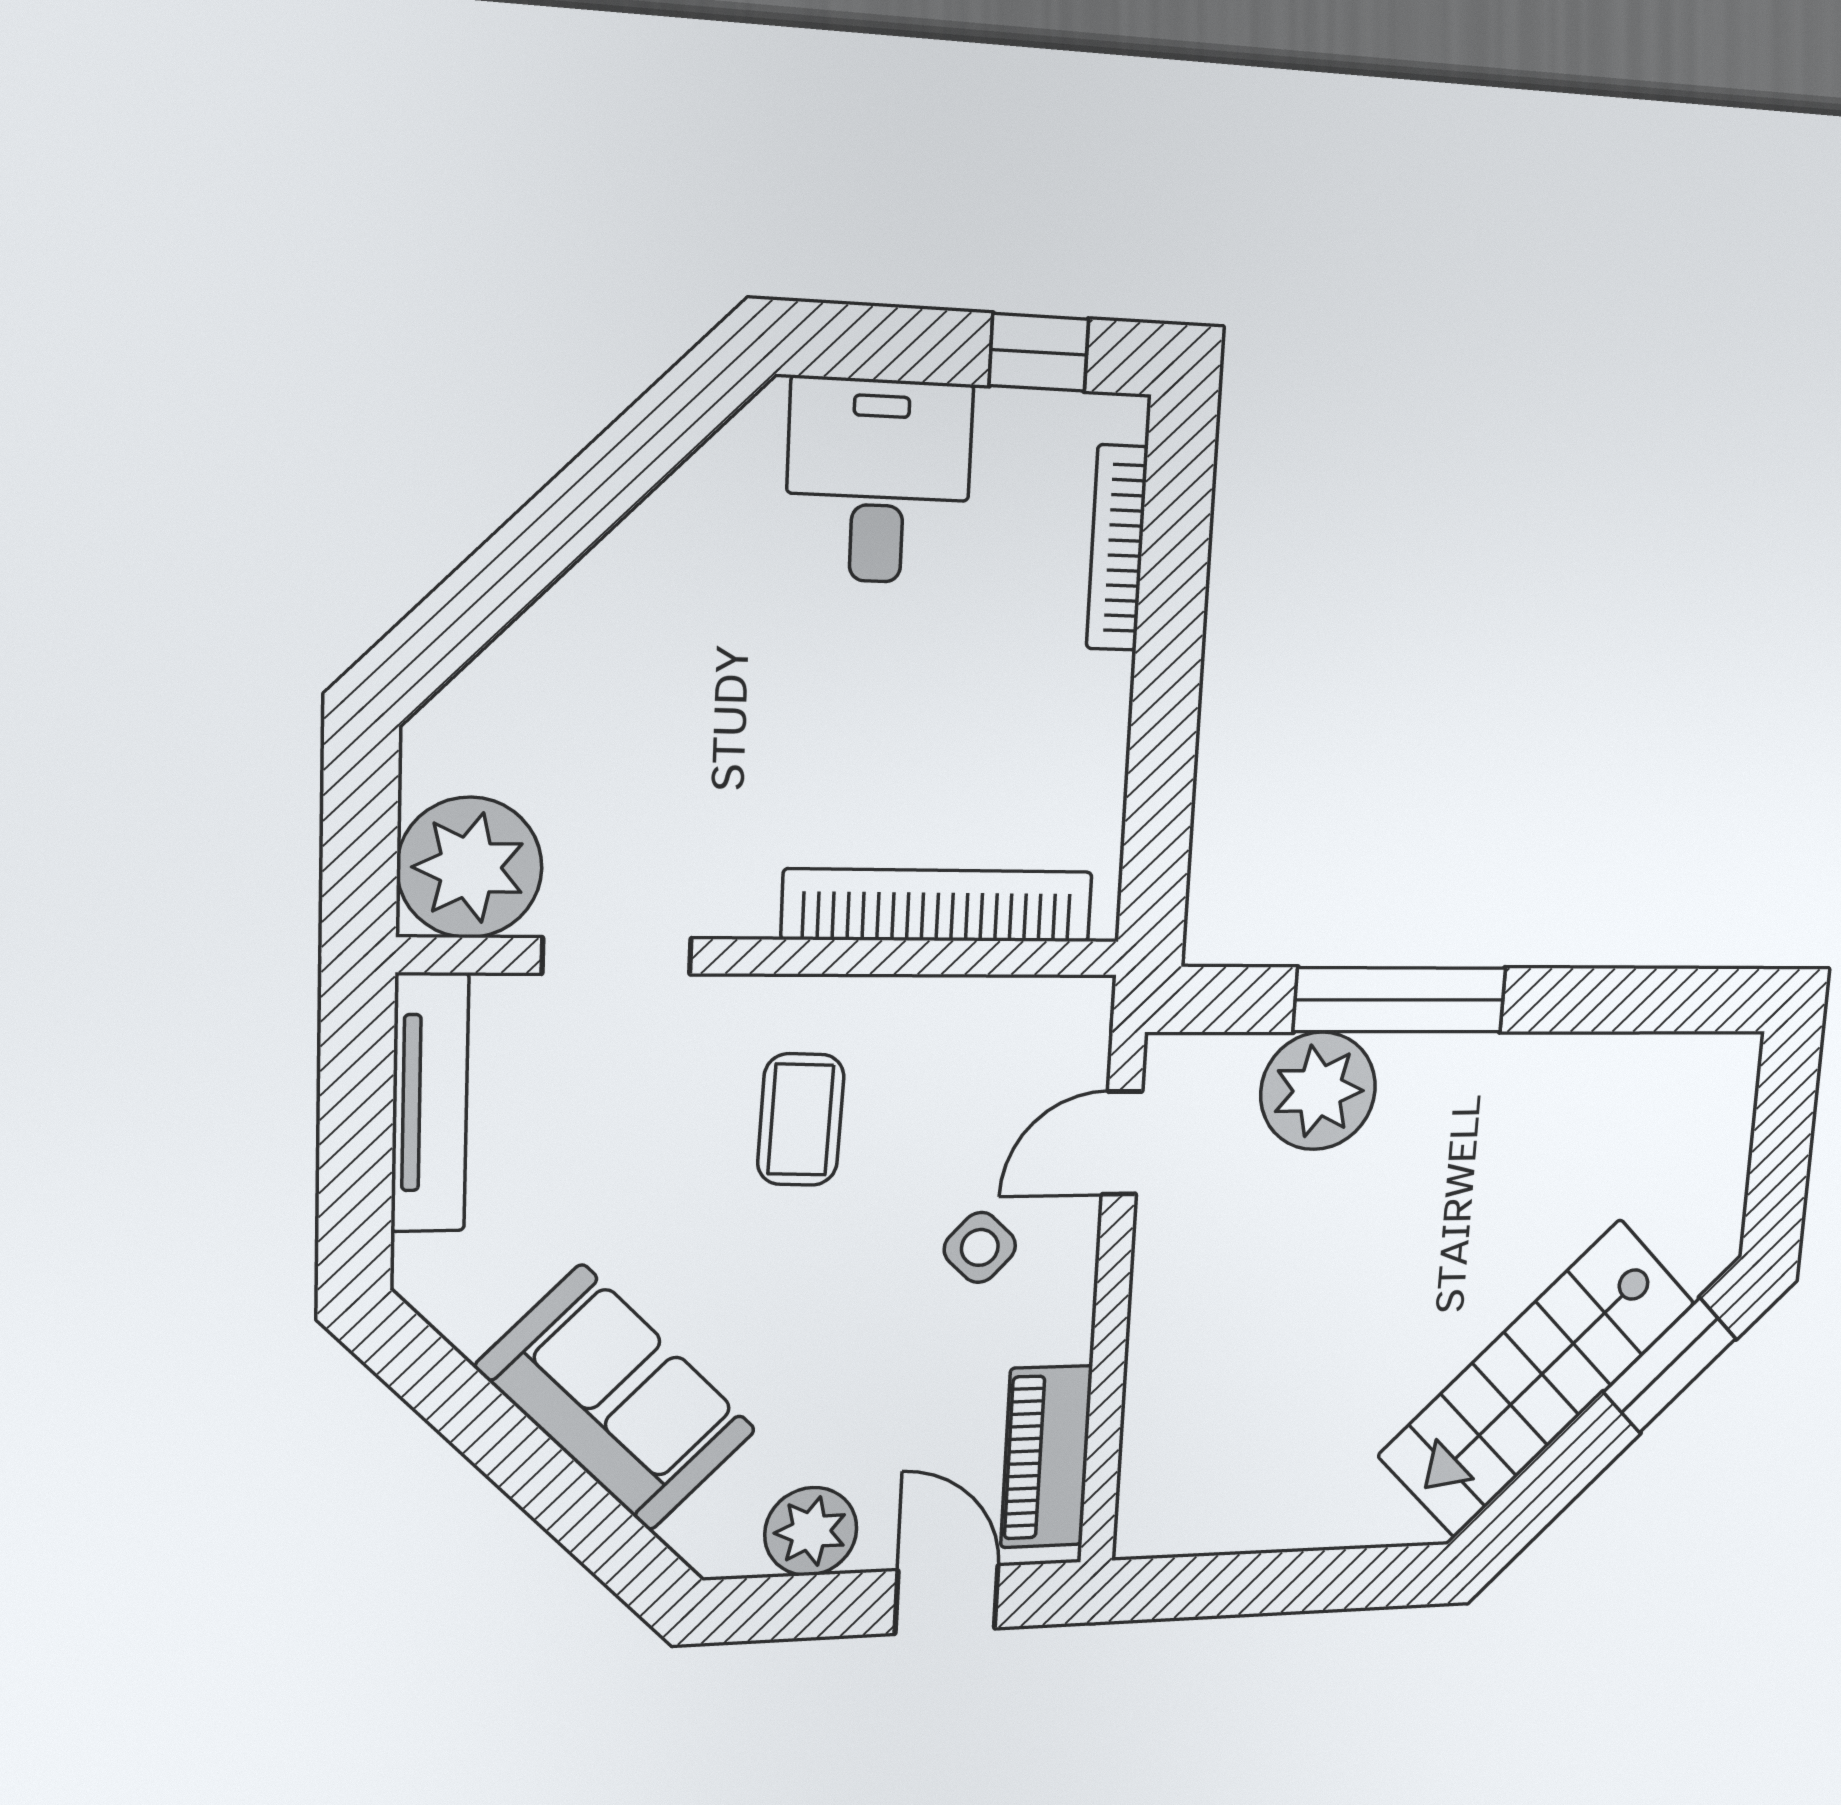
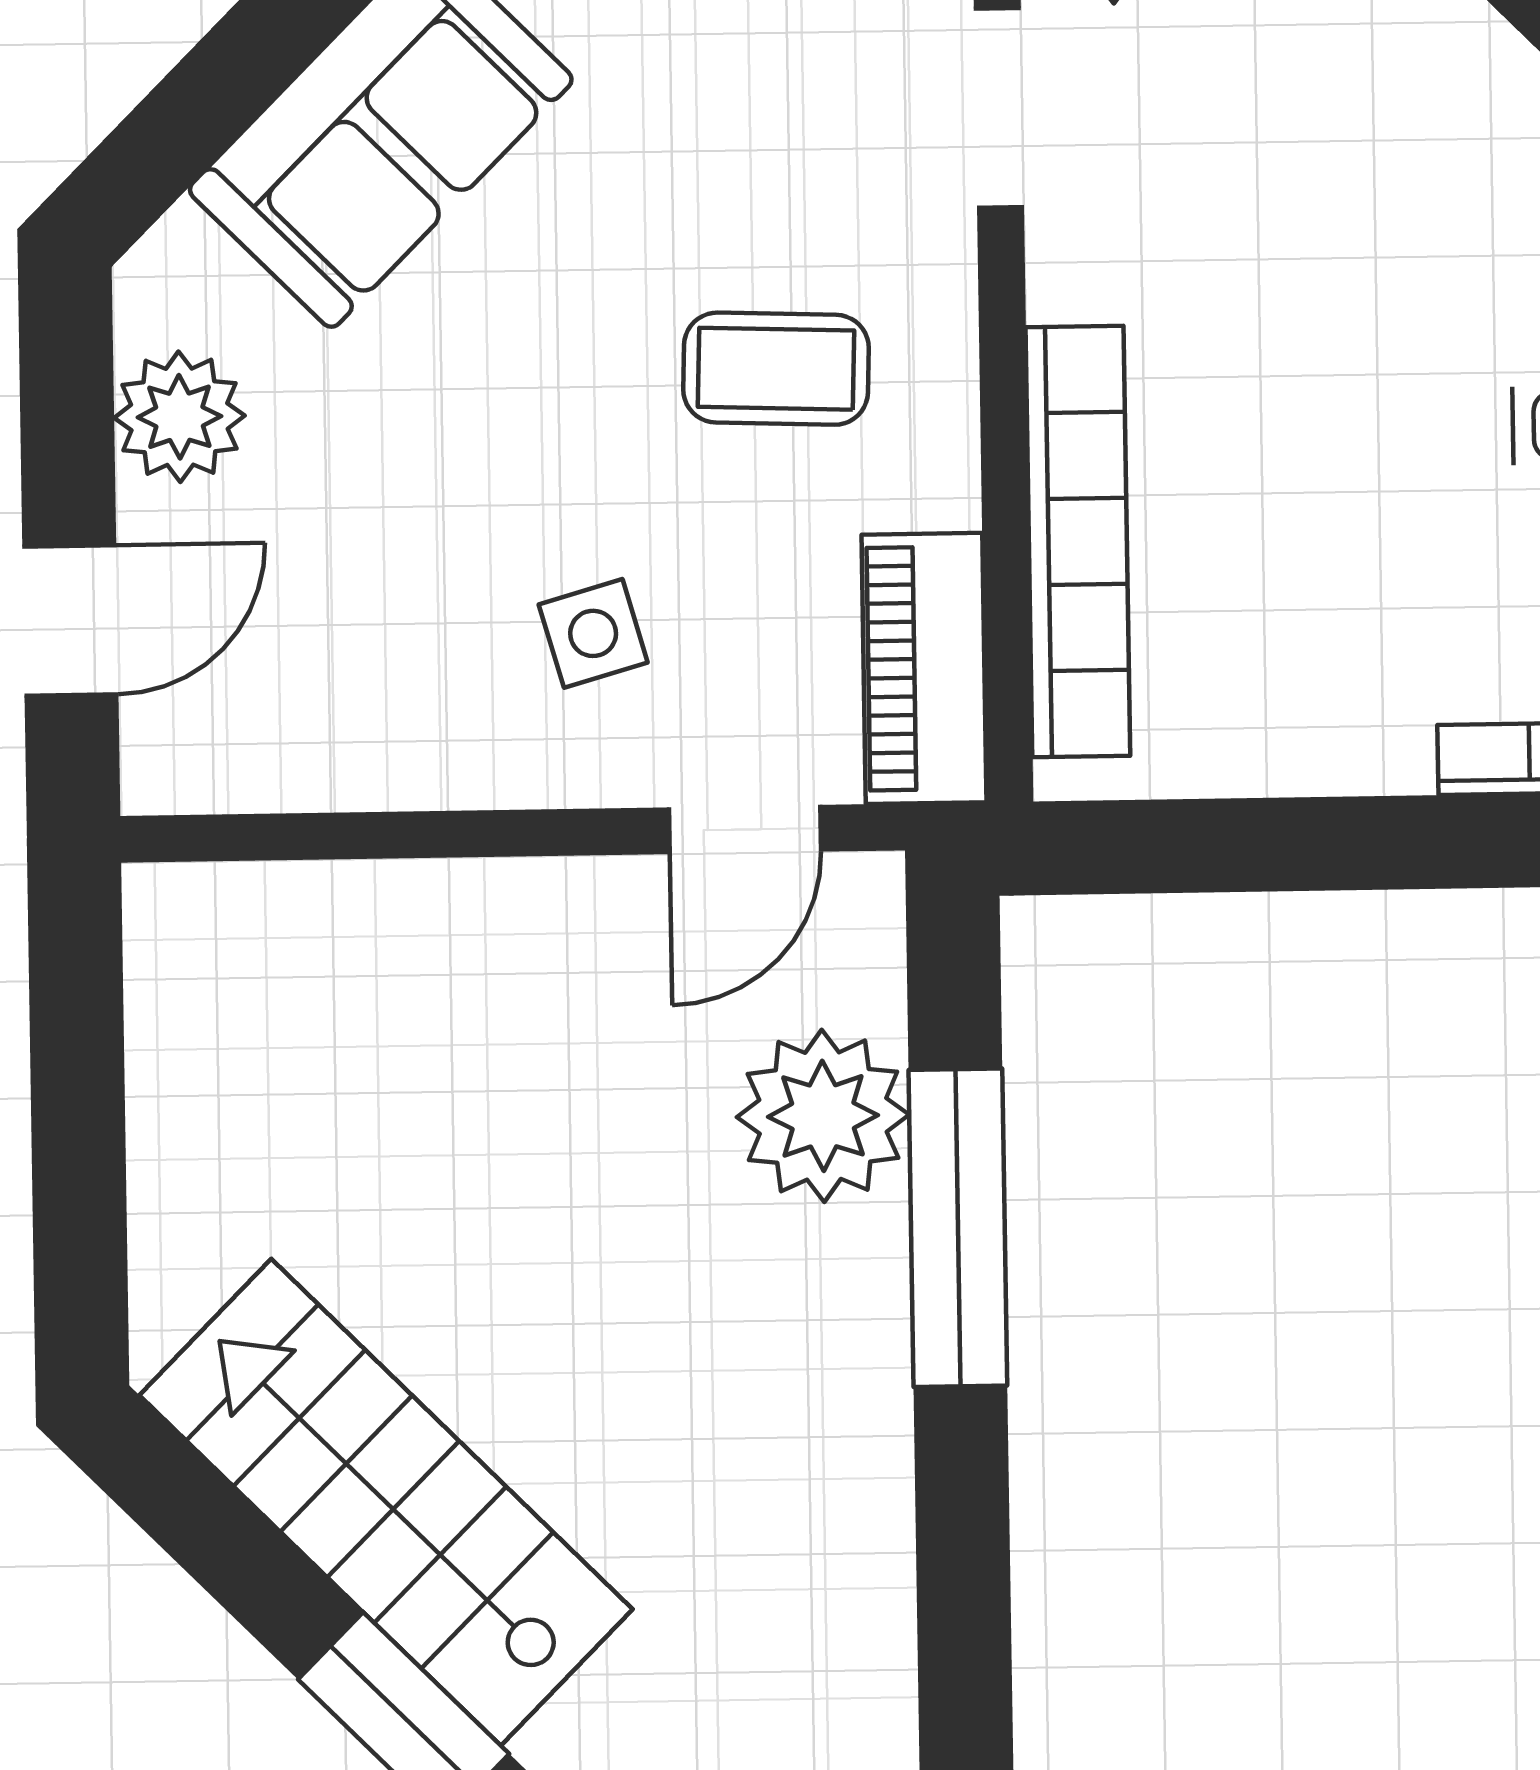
door: (1122, 1143) -> (745, 830), swing flipped
side table: (980, 1247) -> (593, 633), turned 31
piano: (1046, 1457) -> (924, 668), moved, turned -90

